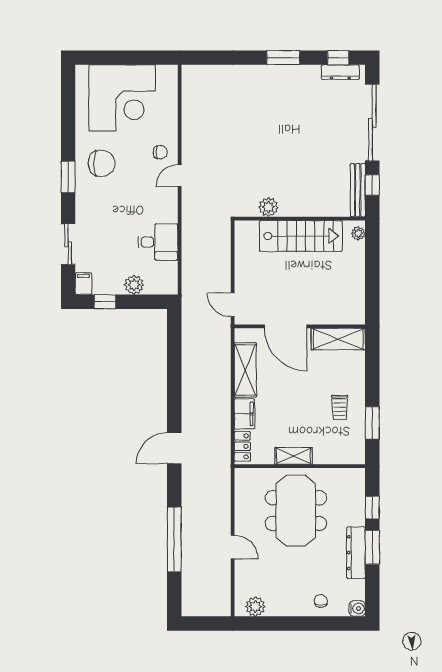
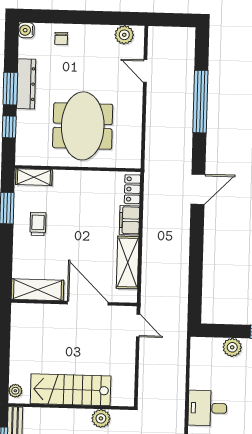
desk: (158, 242) -> (207, 408), moved
shelving: (294, 456) -> (34, 177), moved
door: (233, 547) -> (145, 71), moved

